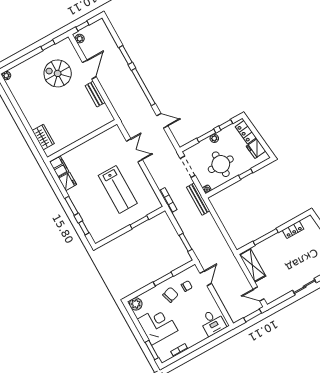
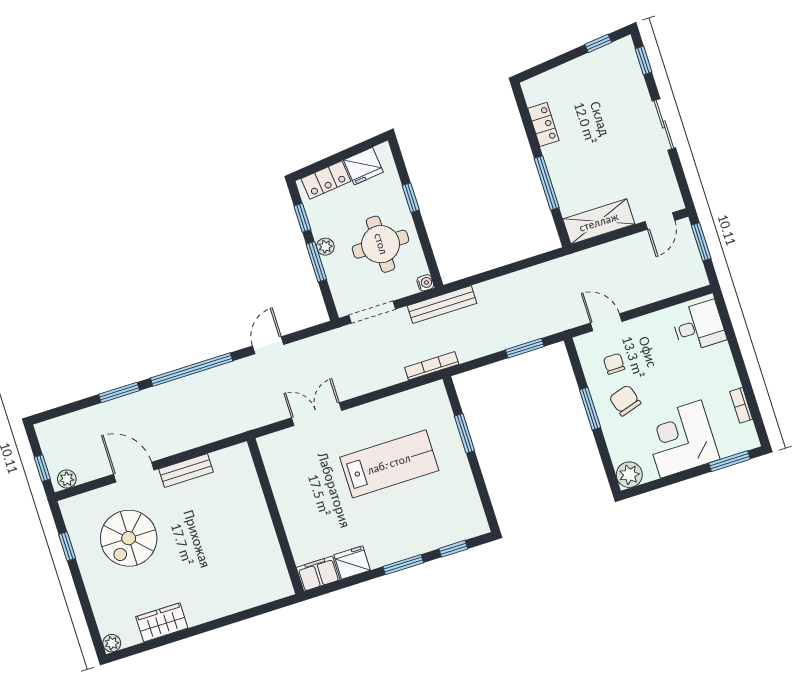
wardrobe: (43, 137) -> (162, 622), moved

